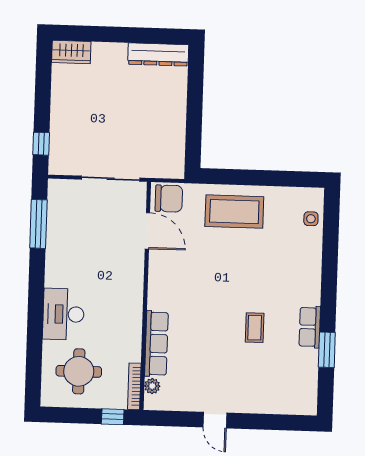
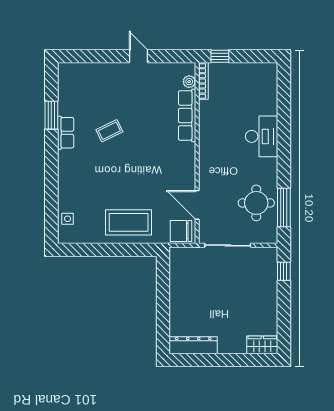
coffee table: (255, 328) -> (109, 131), turned 64
round table: (79, 371) -> (256, 203), moved

